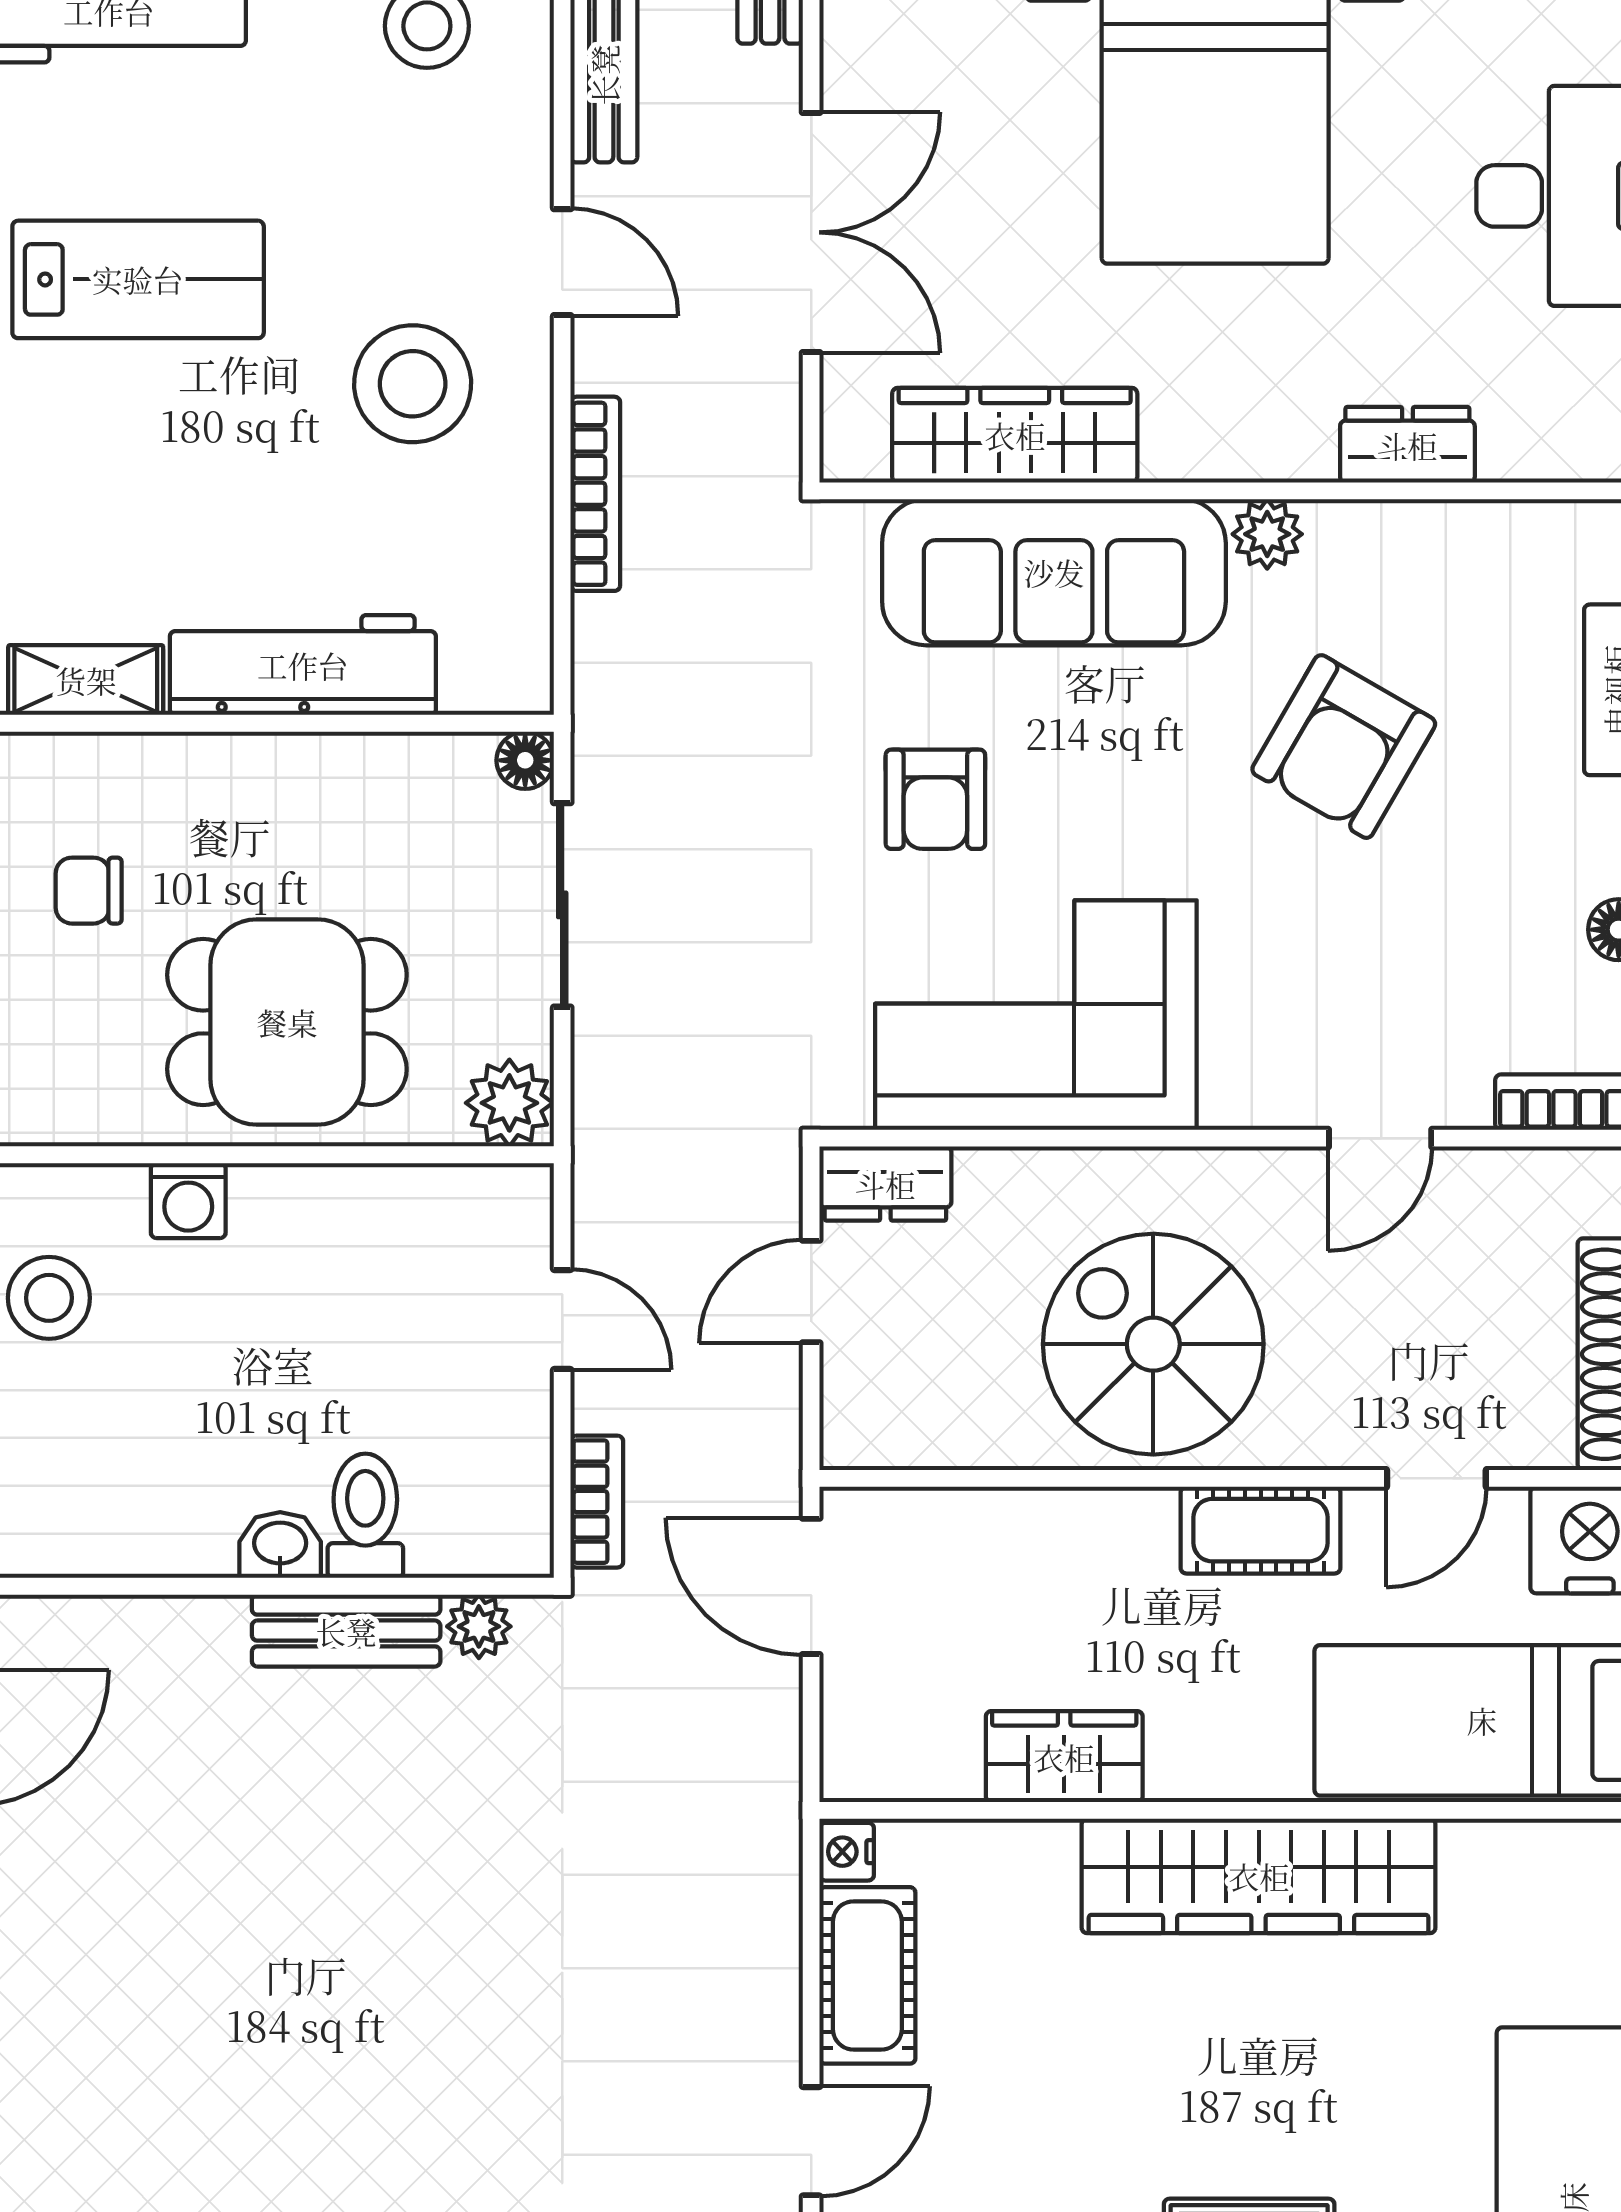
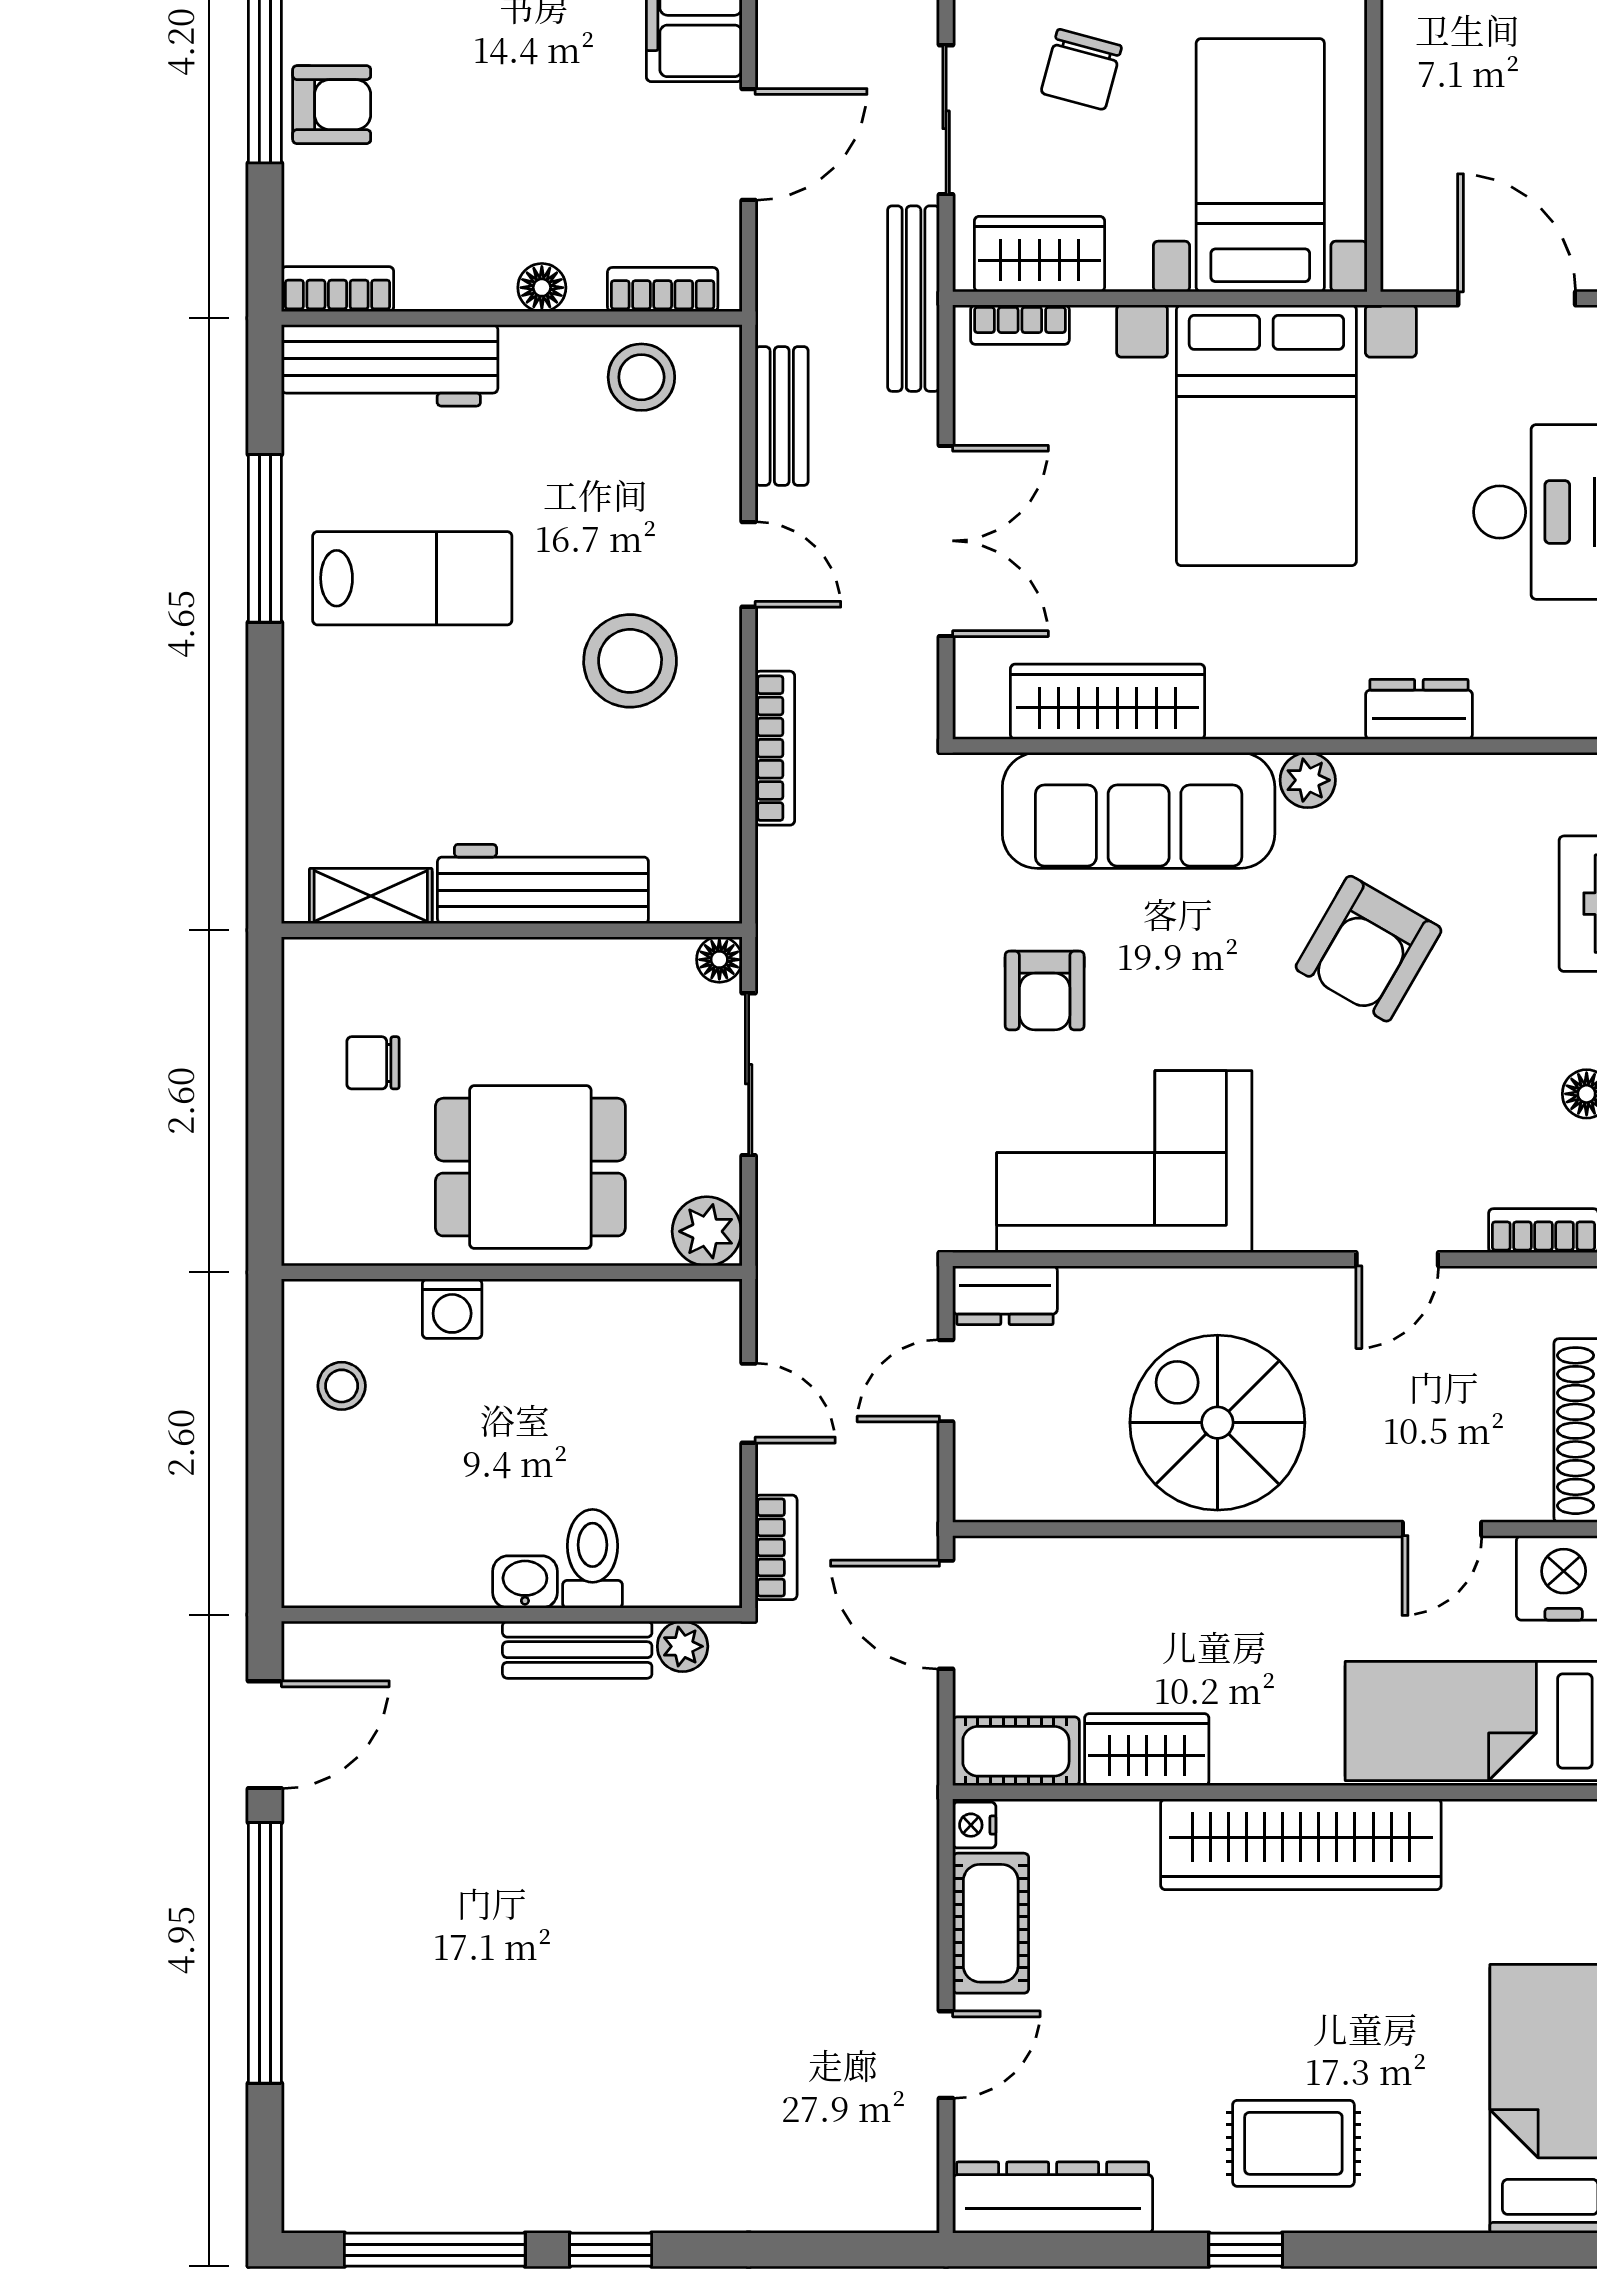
stool: (49, 1298) -> (342, 1386), width x0.73, depth x0.73
cot: (1261, 1530) -> (1016, 1751), moved

